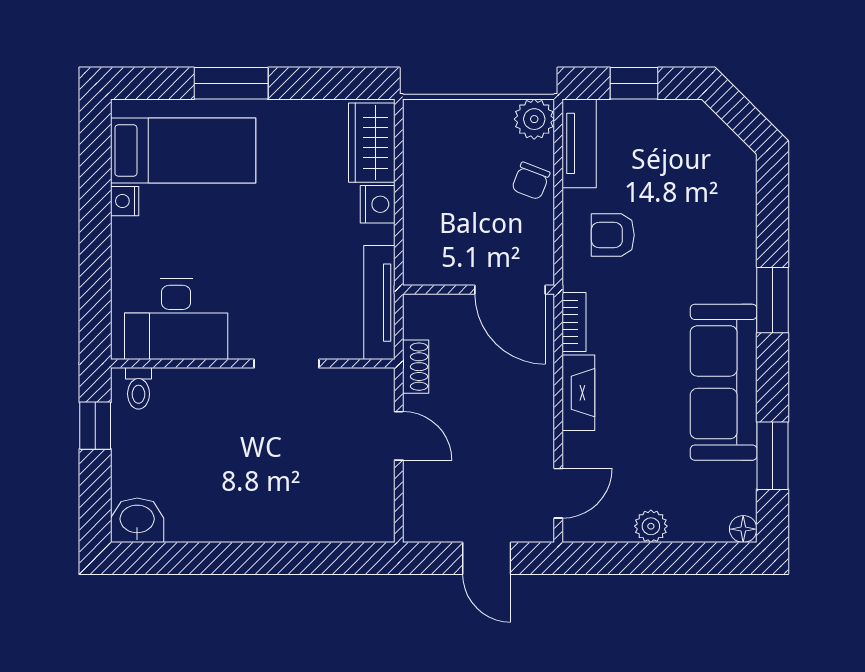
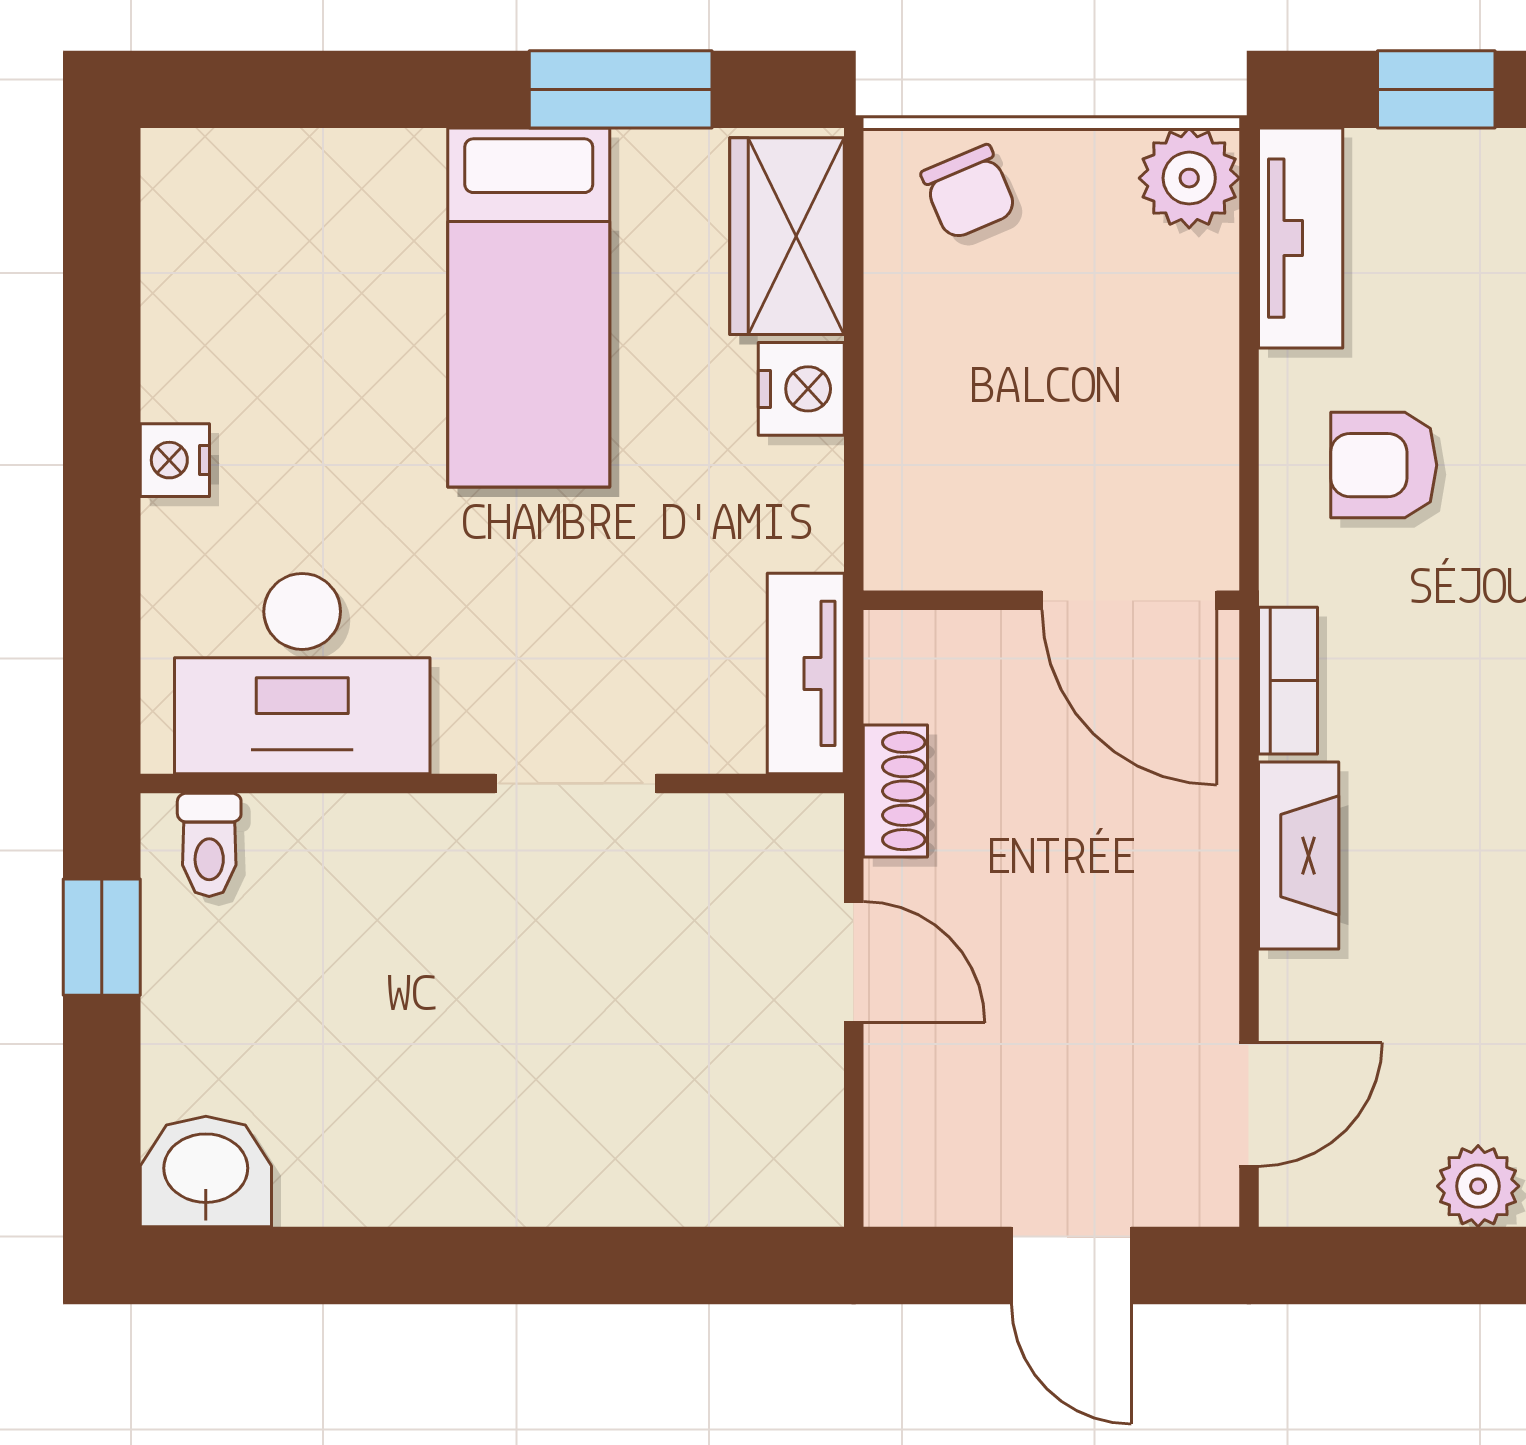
window: (231, 83) -> (621, 89), moved
bed: (183, 151) -> (529, 308), moved, turned 90
chair: (531, 181) -> (969, 192), moved, turned -44
nightstand: (125, 201) -> (175, 460), moved
tv unit: (379, 303) -> (806, 673), width x0.71

